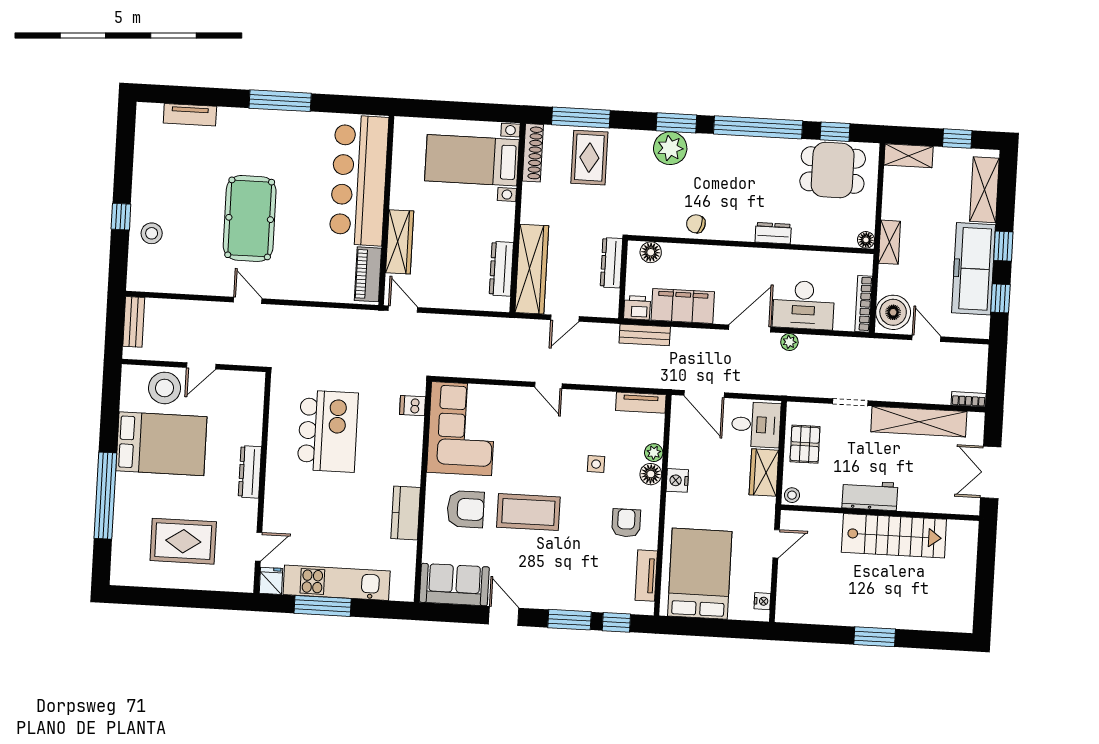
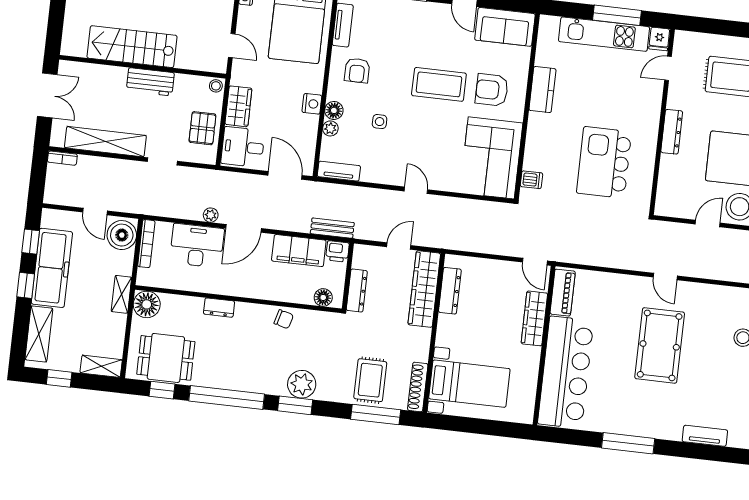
floor lamp: (866, 240) -> (147, 304), width x1.89, depth x1.89
door: (776, 544) -> (232, 46), swing flipped

